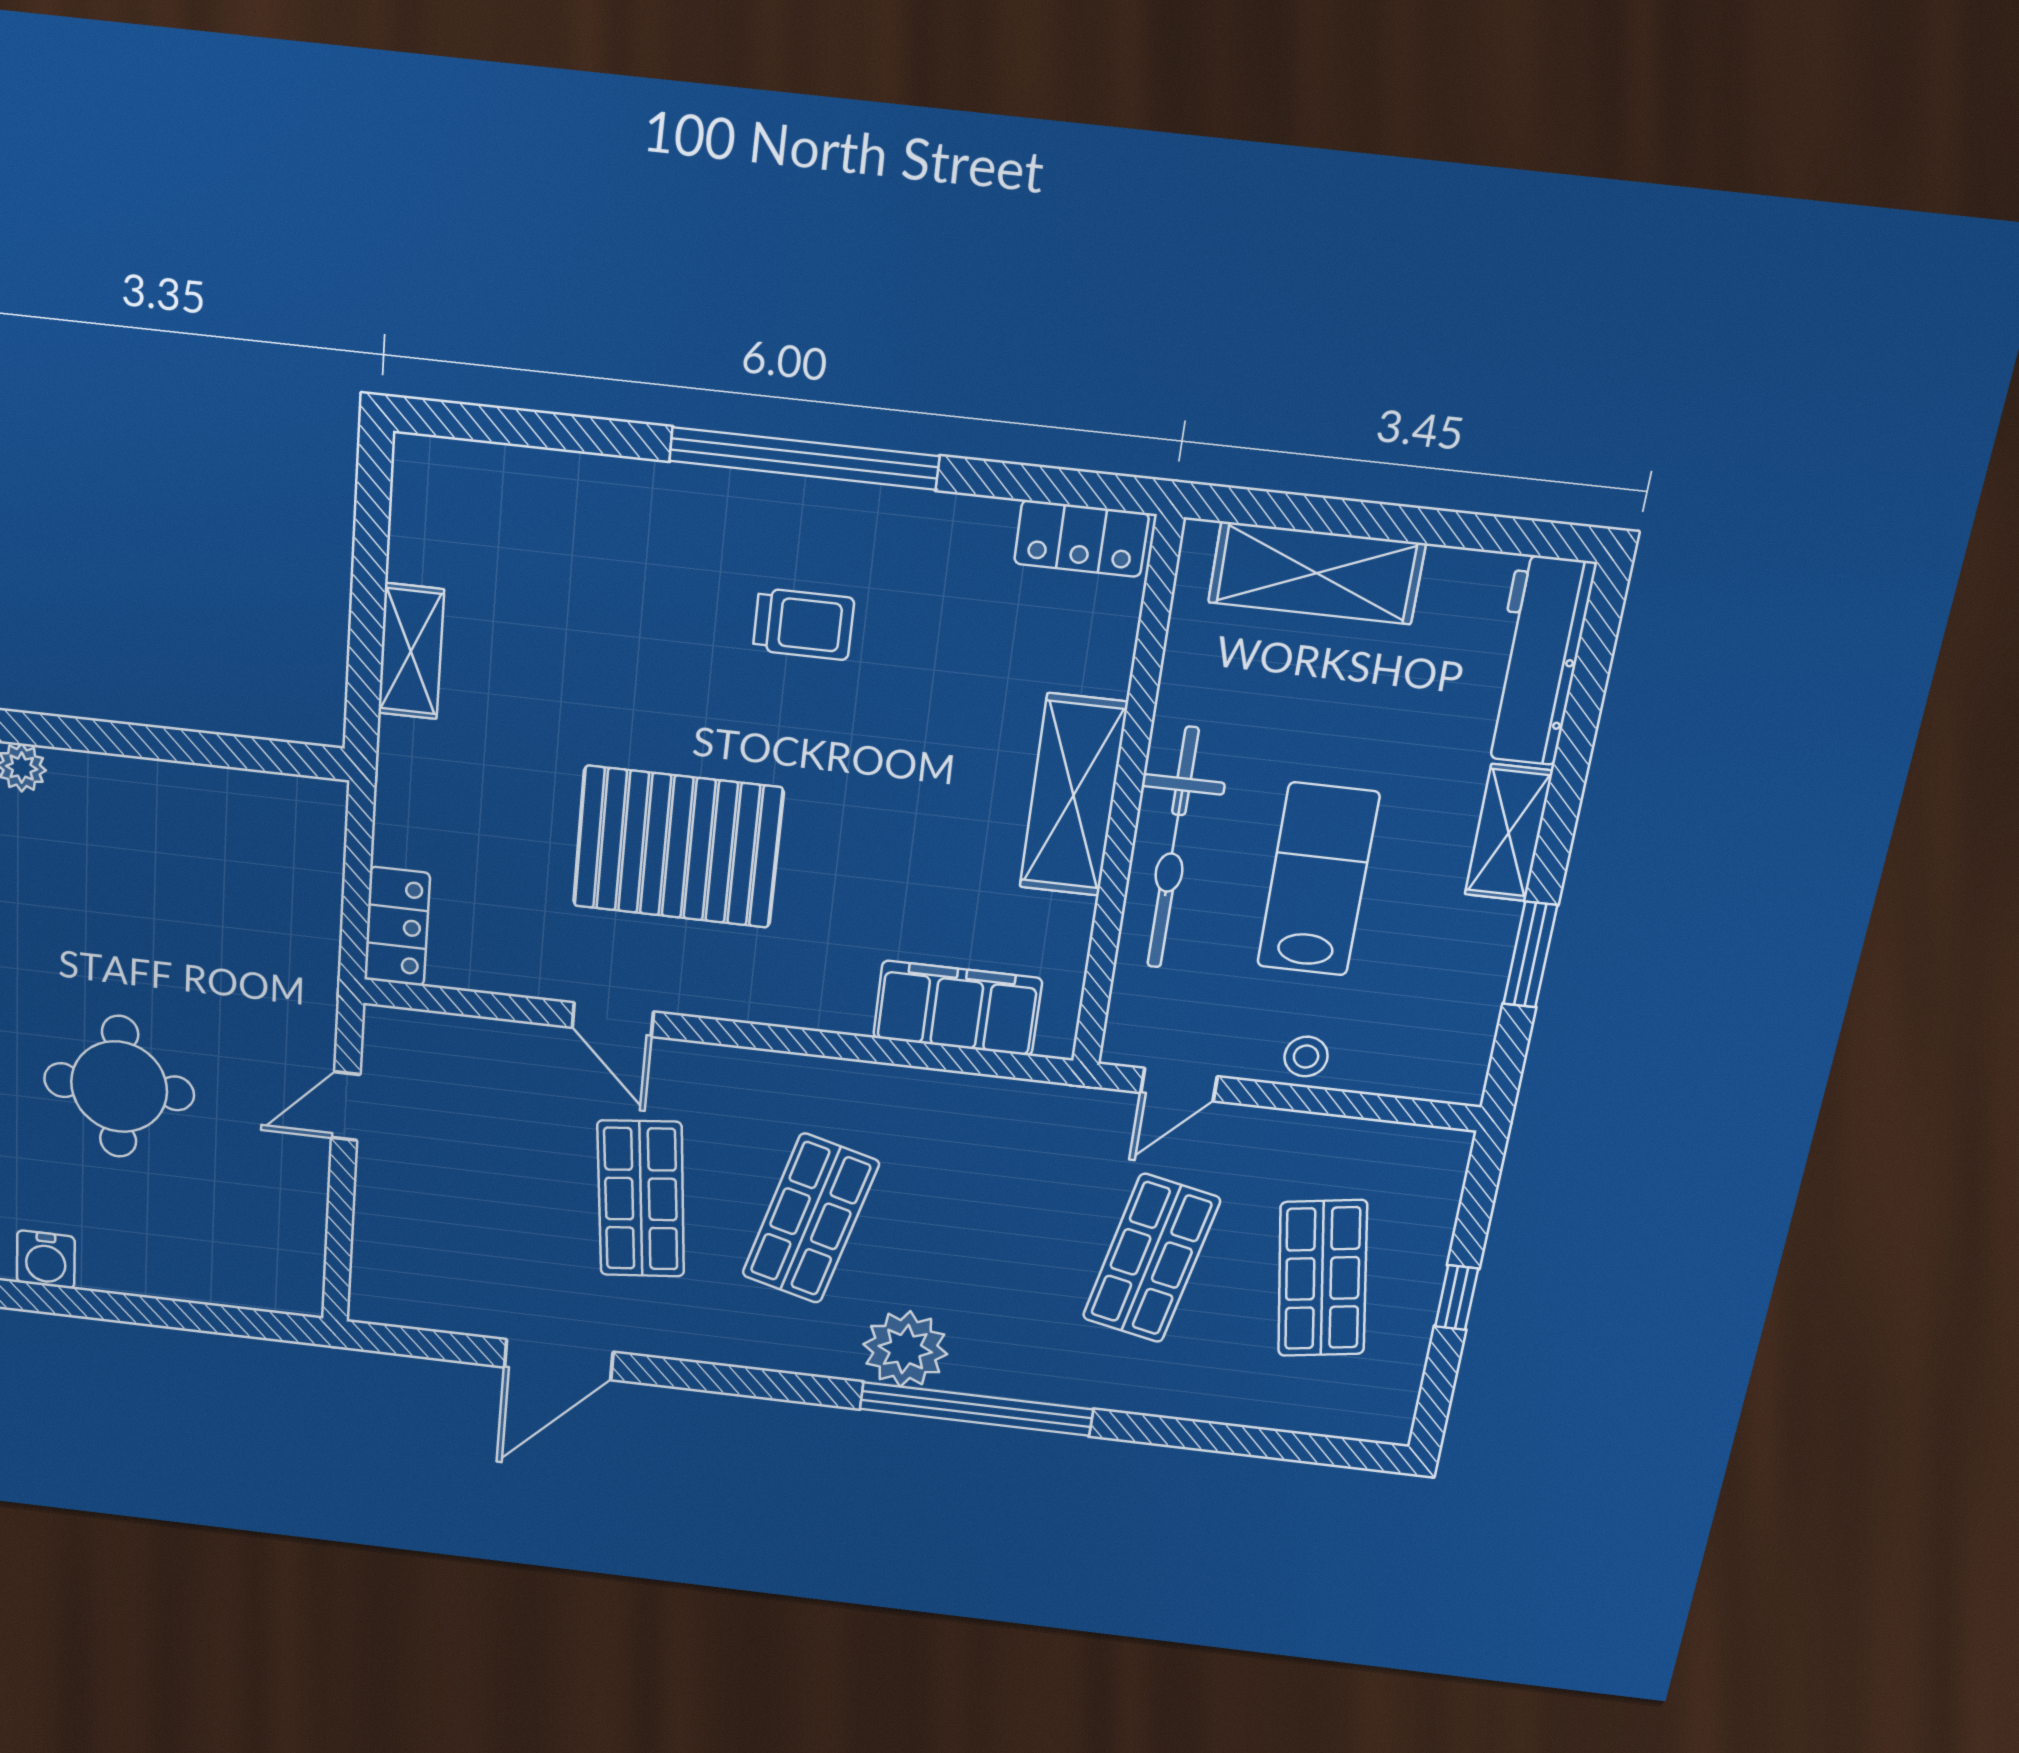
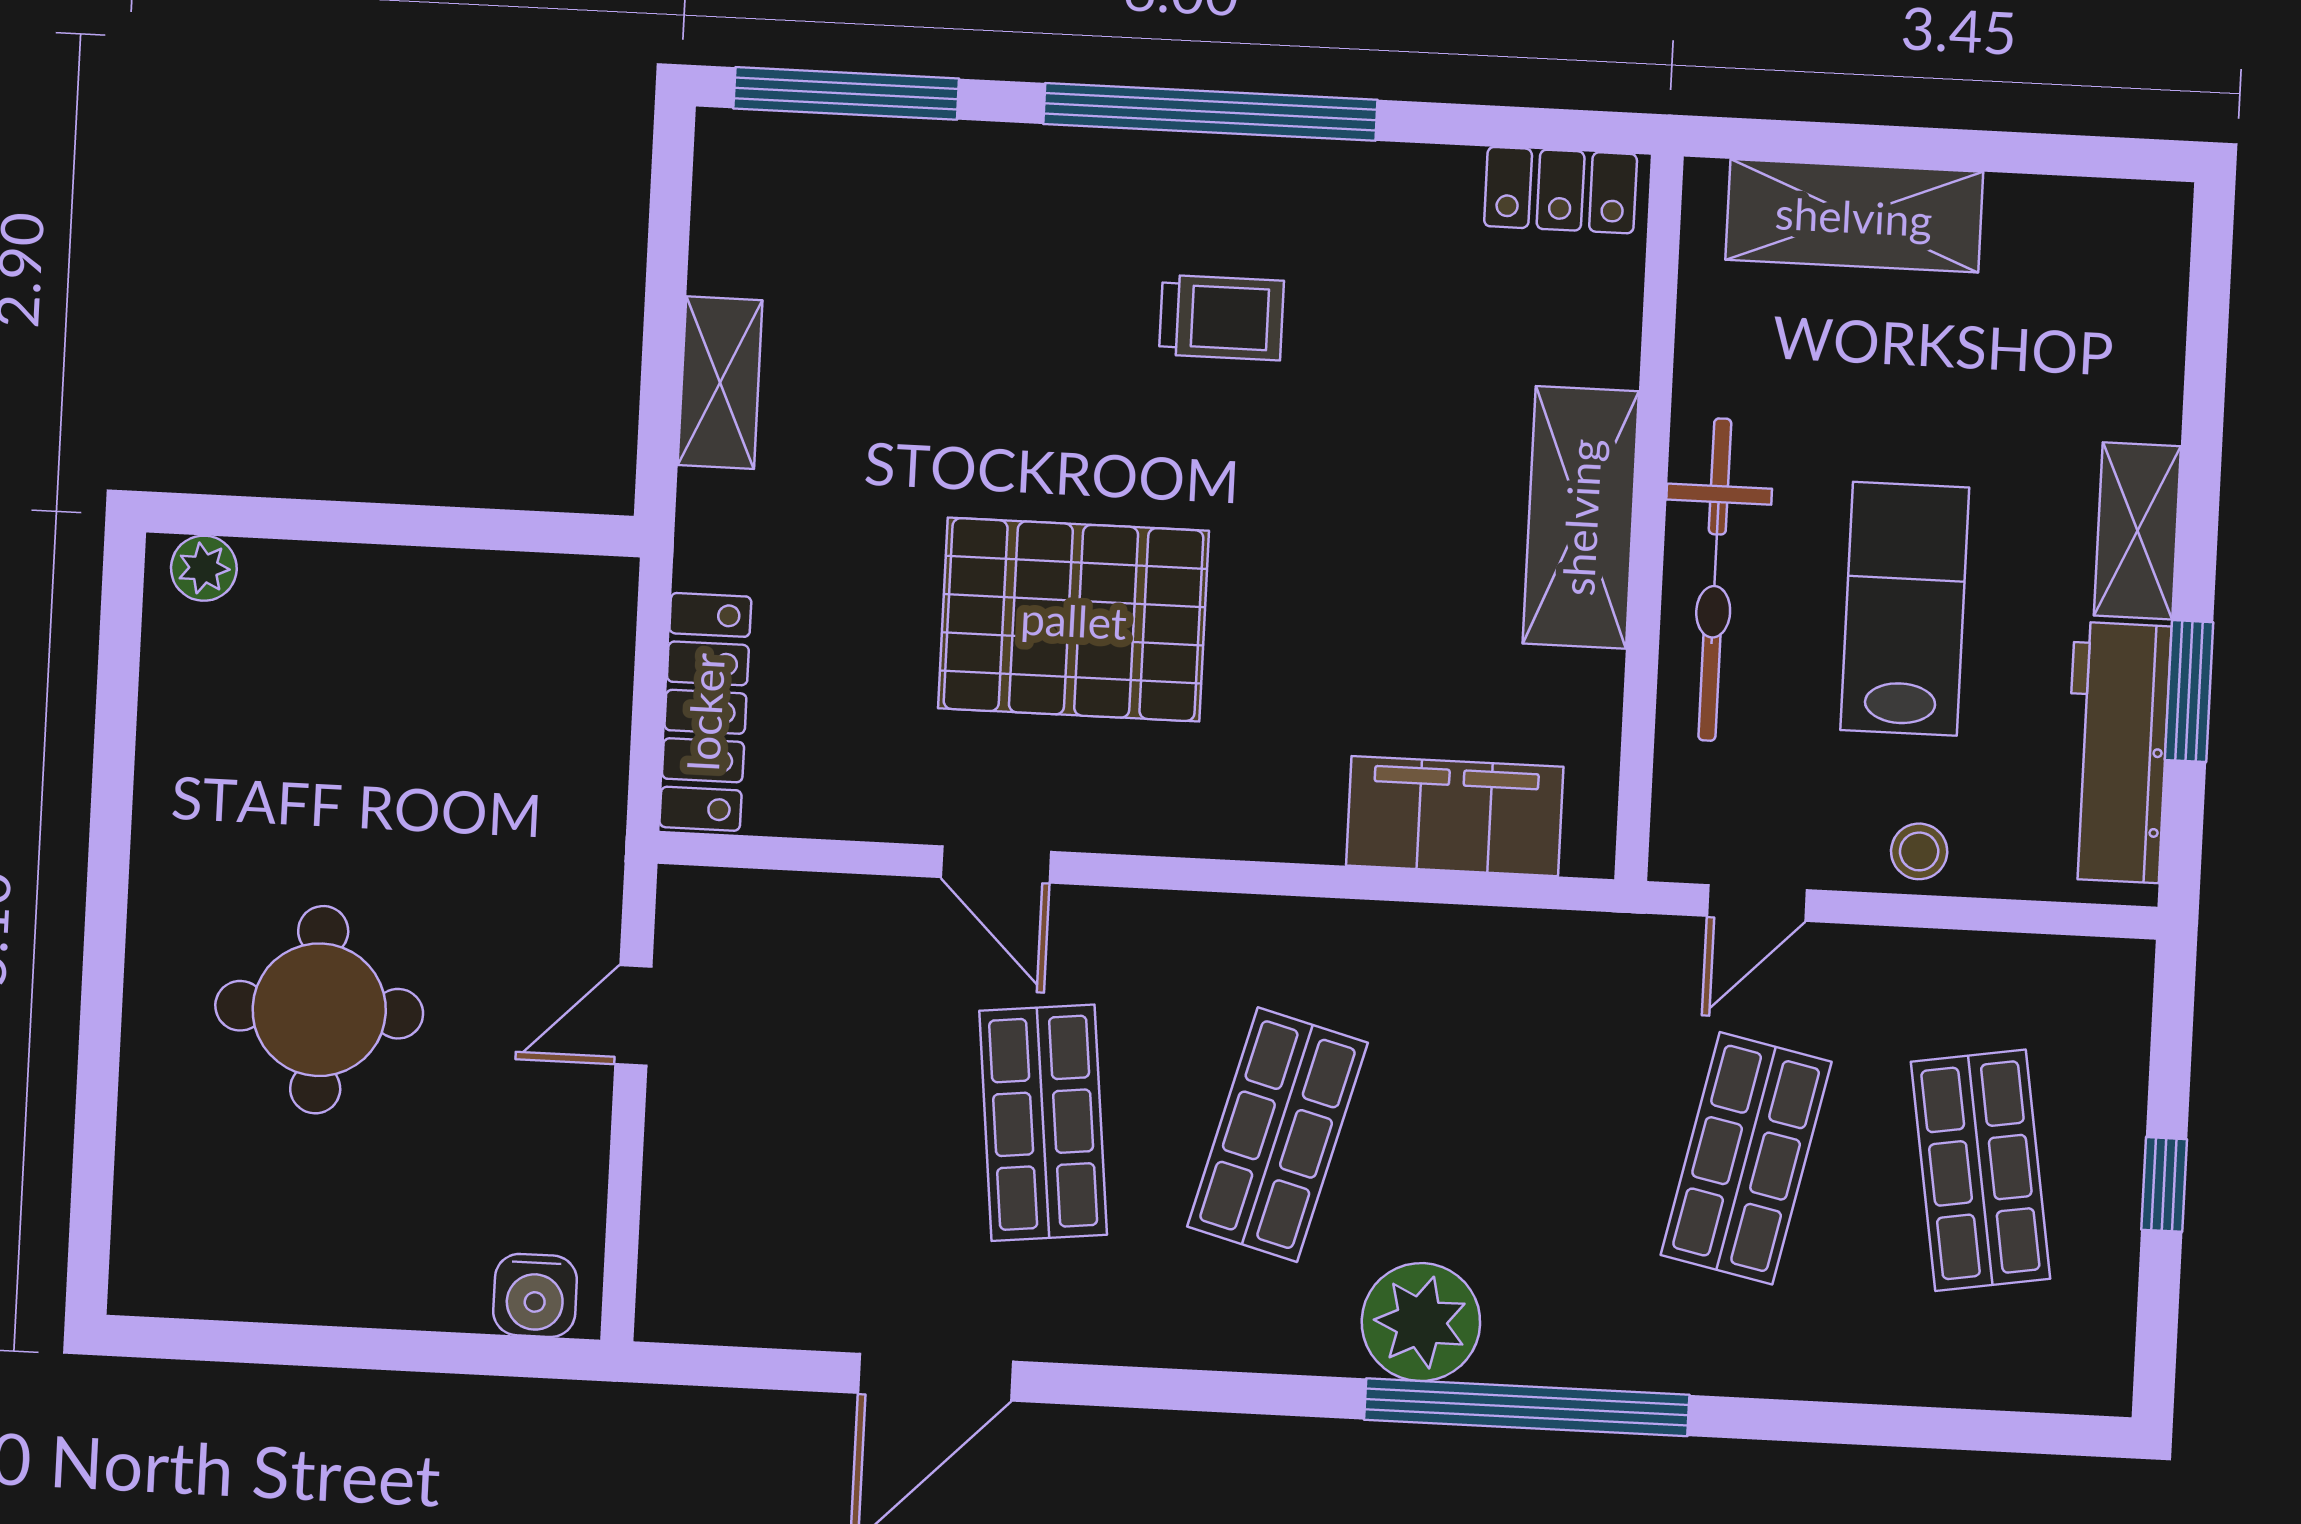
window: (513, 427) -> (846, 93), added
workbench: (1537, 661) -> (2117, 752), moved
locker: (397, 927) -> (705, 712), width x1.53
water cooler: (46, 1260) -> (535, 1295), moved

